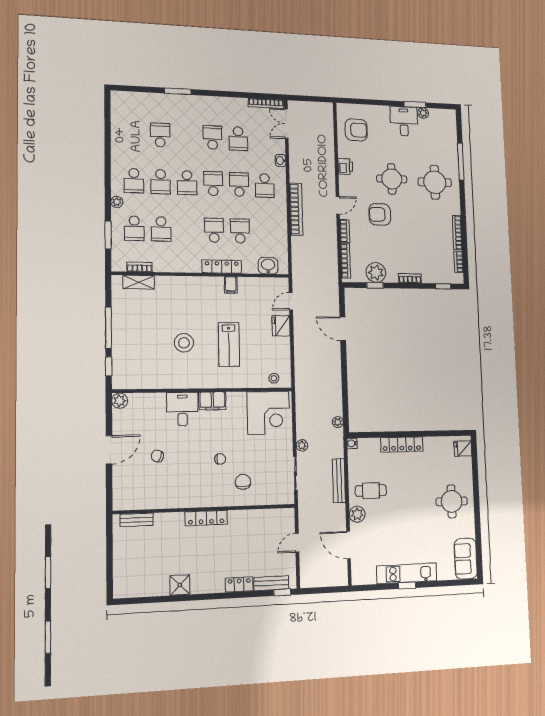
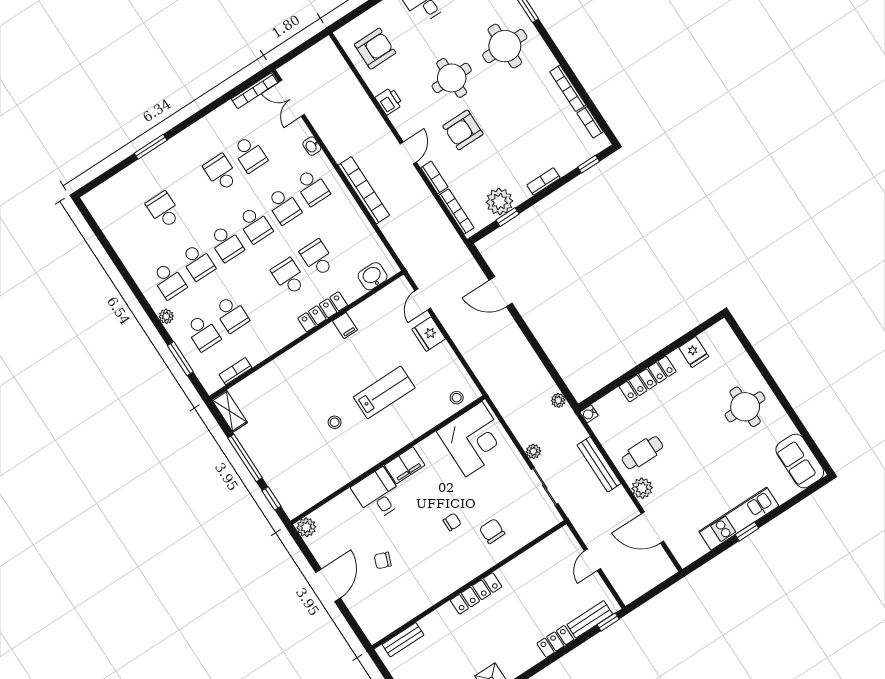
school desk: (213, 184) -> (255, 225), turned 180
school desk: (239, 184) -> (283, 206), turned 180
shelving: (139, 282) -> (230, 411), moved, turned 90
stool: (184, 343) -> (335, 422), width x0.53, depth x0.53
lab bench: (229, 344) -> (384, 392), turned -90
fridge: (463, 448) -> (694, 352), moved, turned -90

